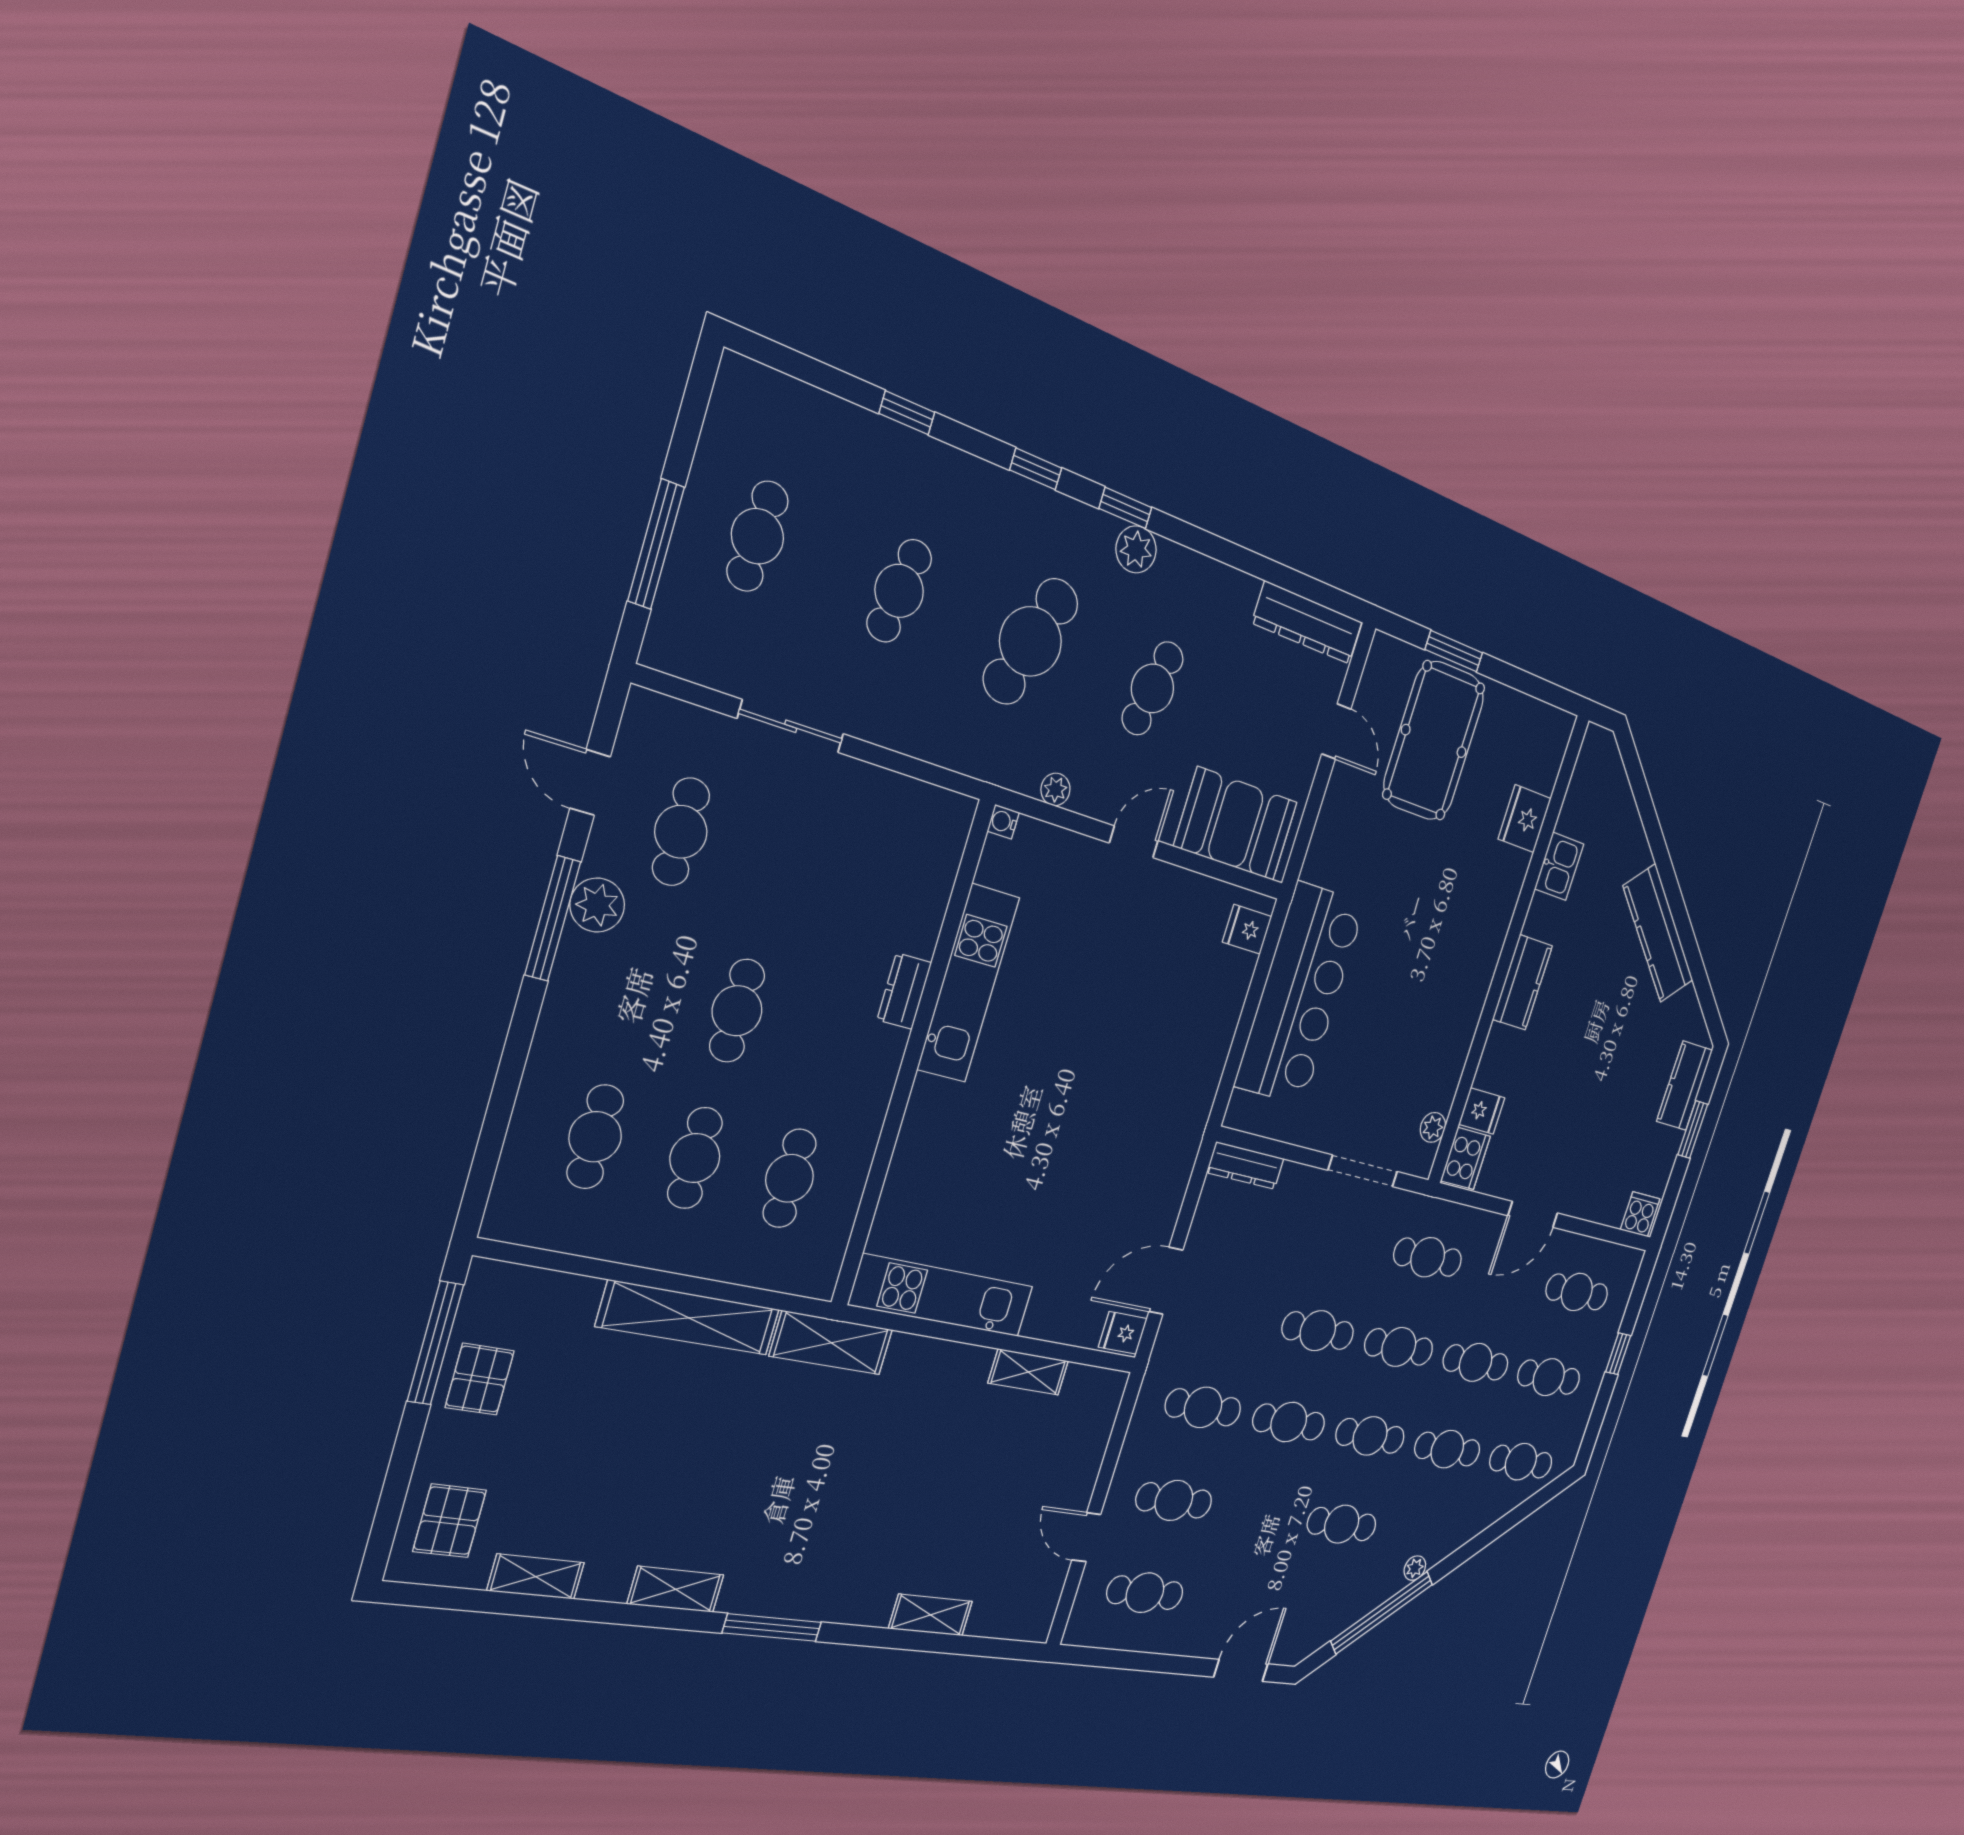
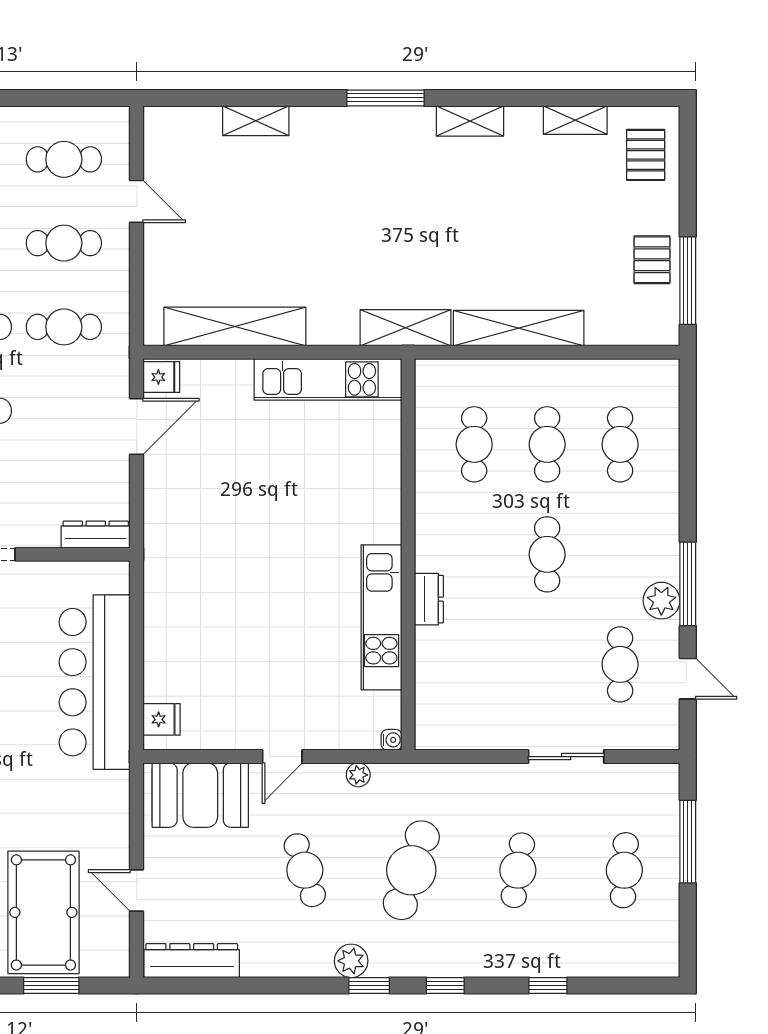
cafe table: (1153, 688) -> (305, 870), turned -30
shelving: (1028, 1372) -> (235, 327), width x2.20, depth x1.33

